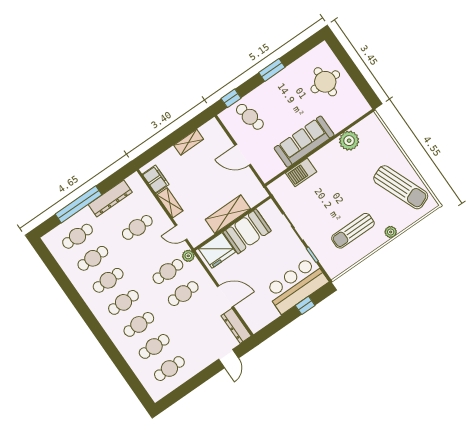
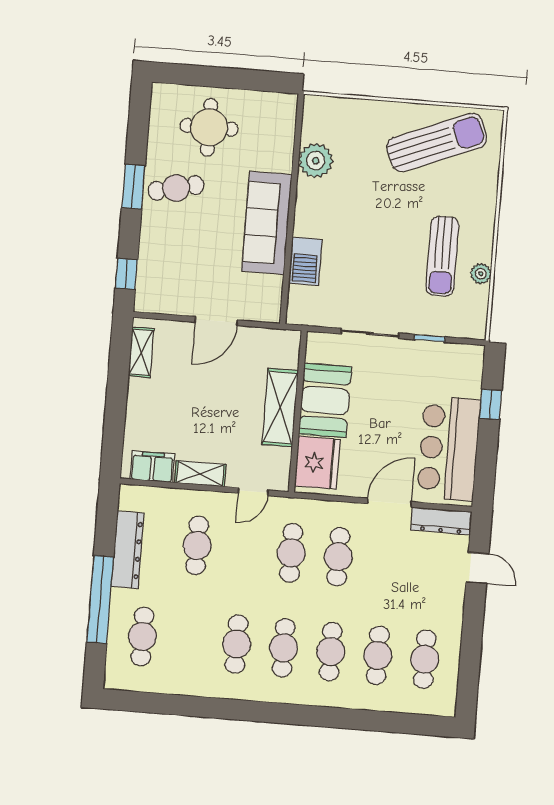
cafe table: (250, 117) -> (176, 188), moved
shelving: (189, 142) -> (141, 352), moved
plant: (391, 232) -> (481, 274), moved
plant: (188, 256) -> (293, 508), removed
cafe table: (93, 258) -> (189, 640), removed
bar counter: (296, 285) -> (449, 448), moved

